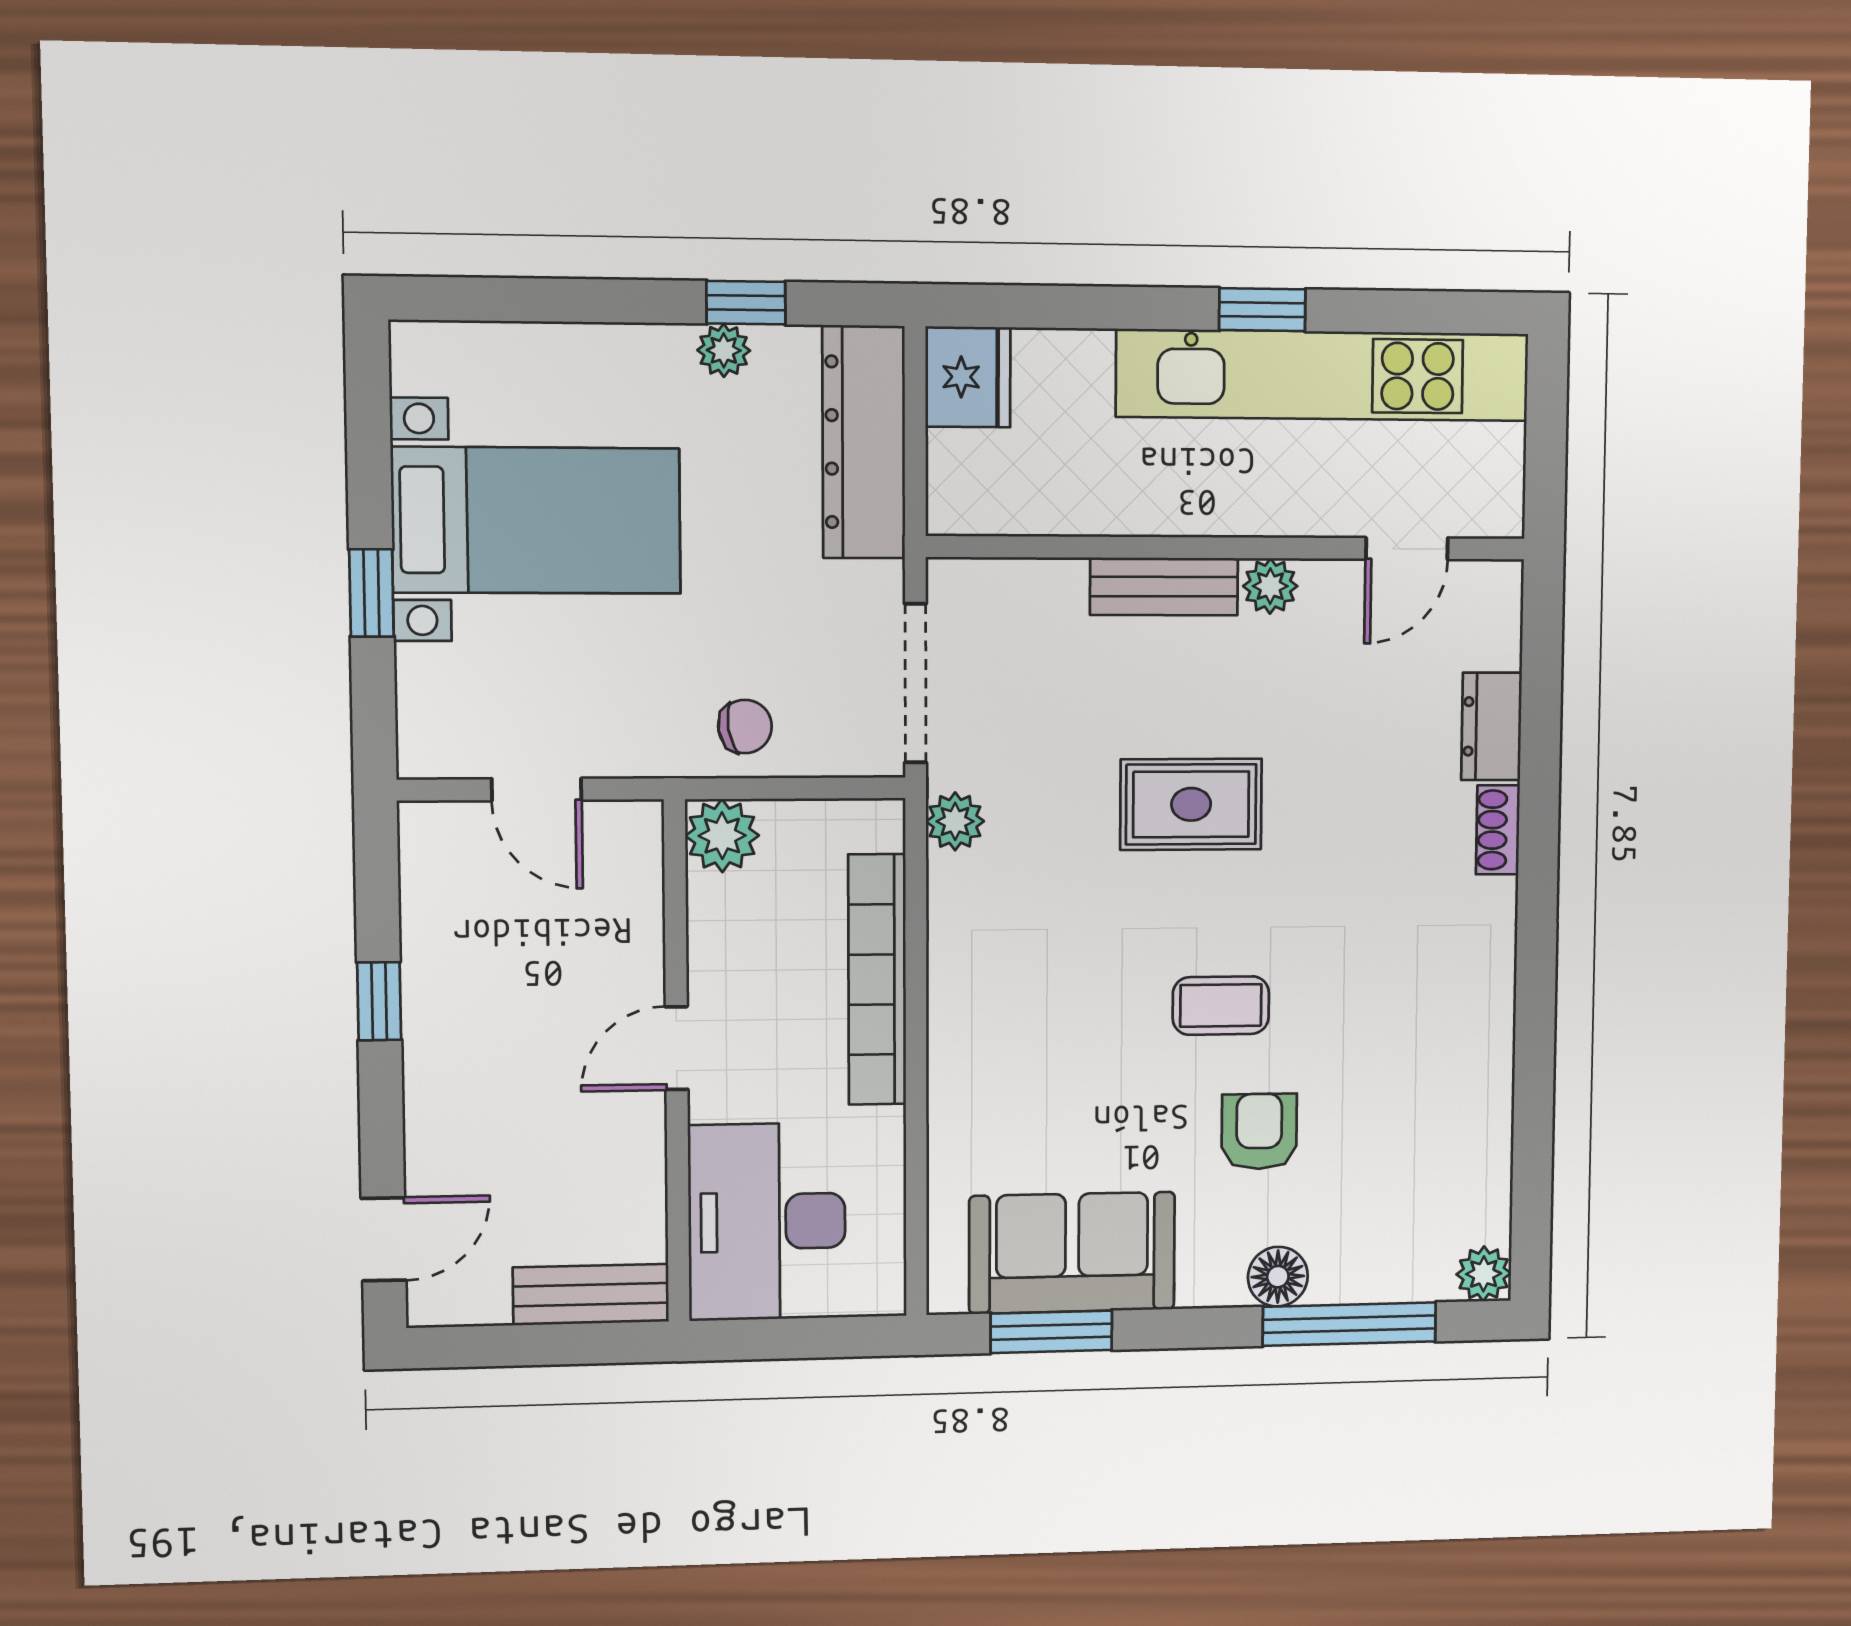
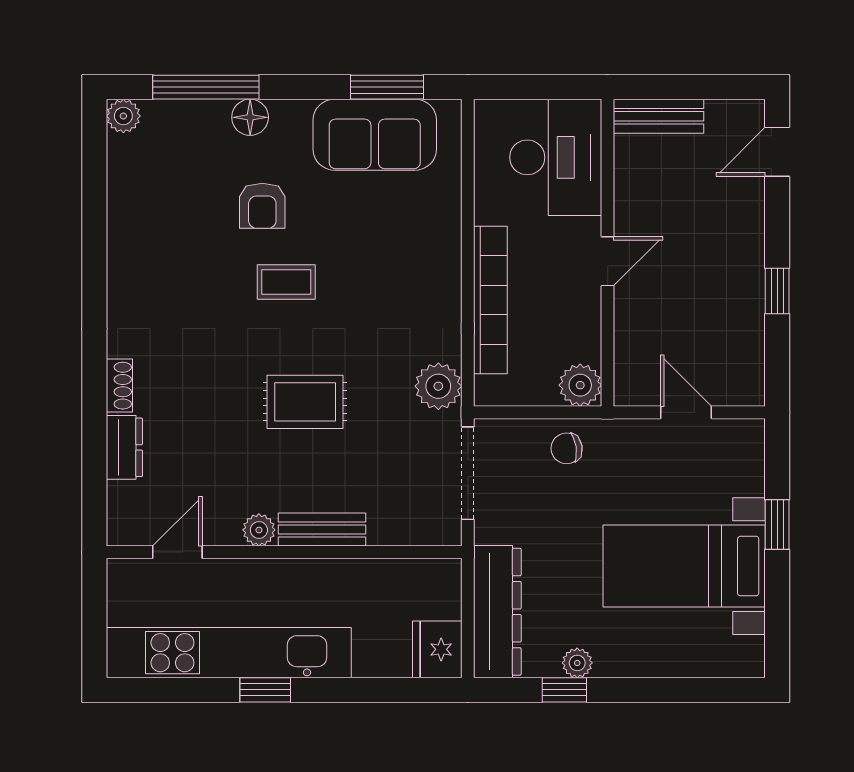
plant: (955, 821) -> (438, 386), width x1.38, depth x1.38

